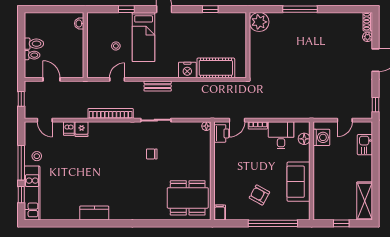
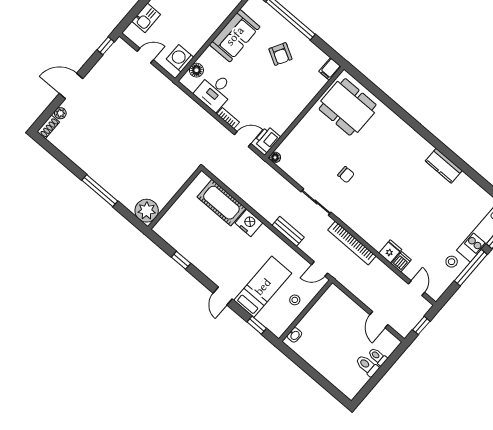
washbasin: (79, 23) -> (294, 335), moved
wall: (85, 45) -> (306, 311), moved

